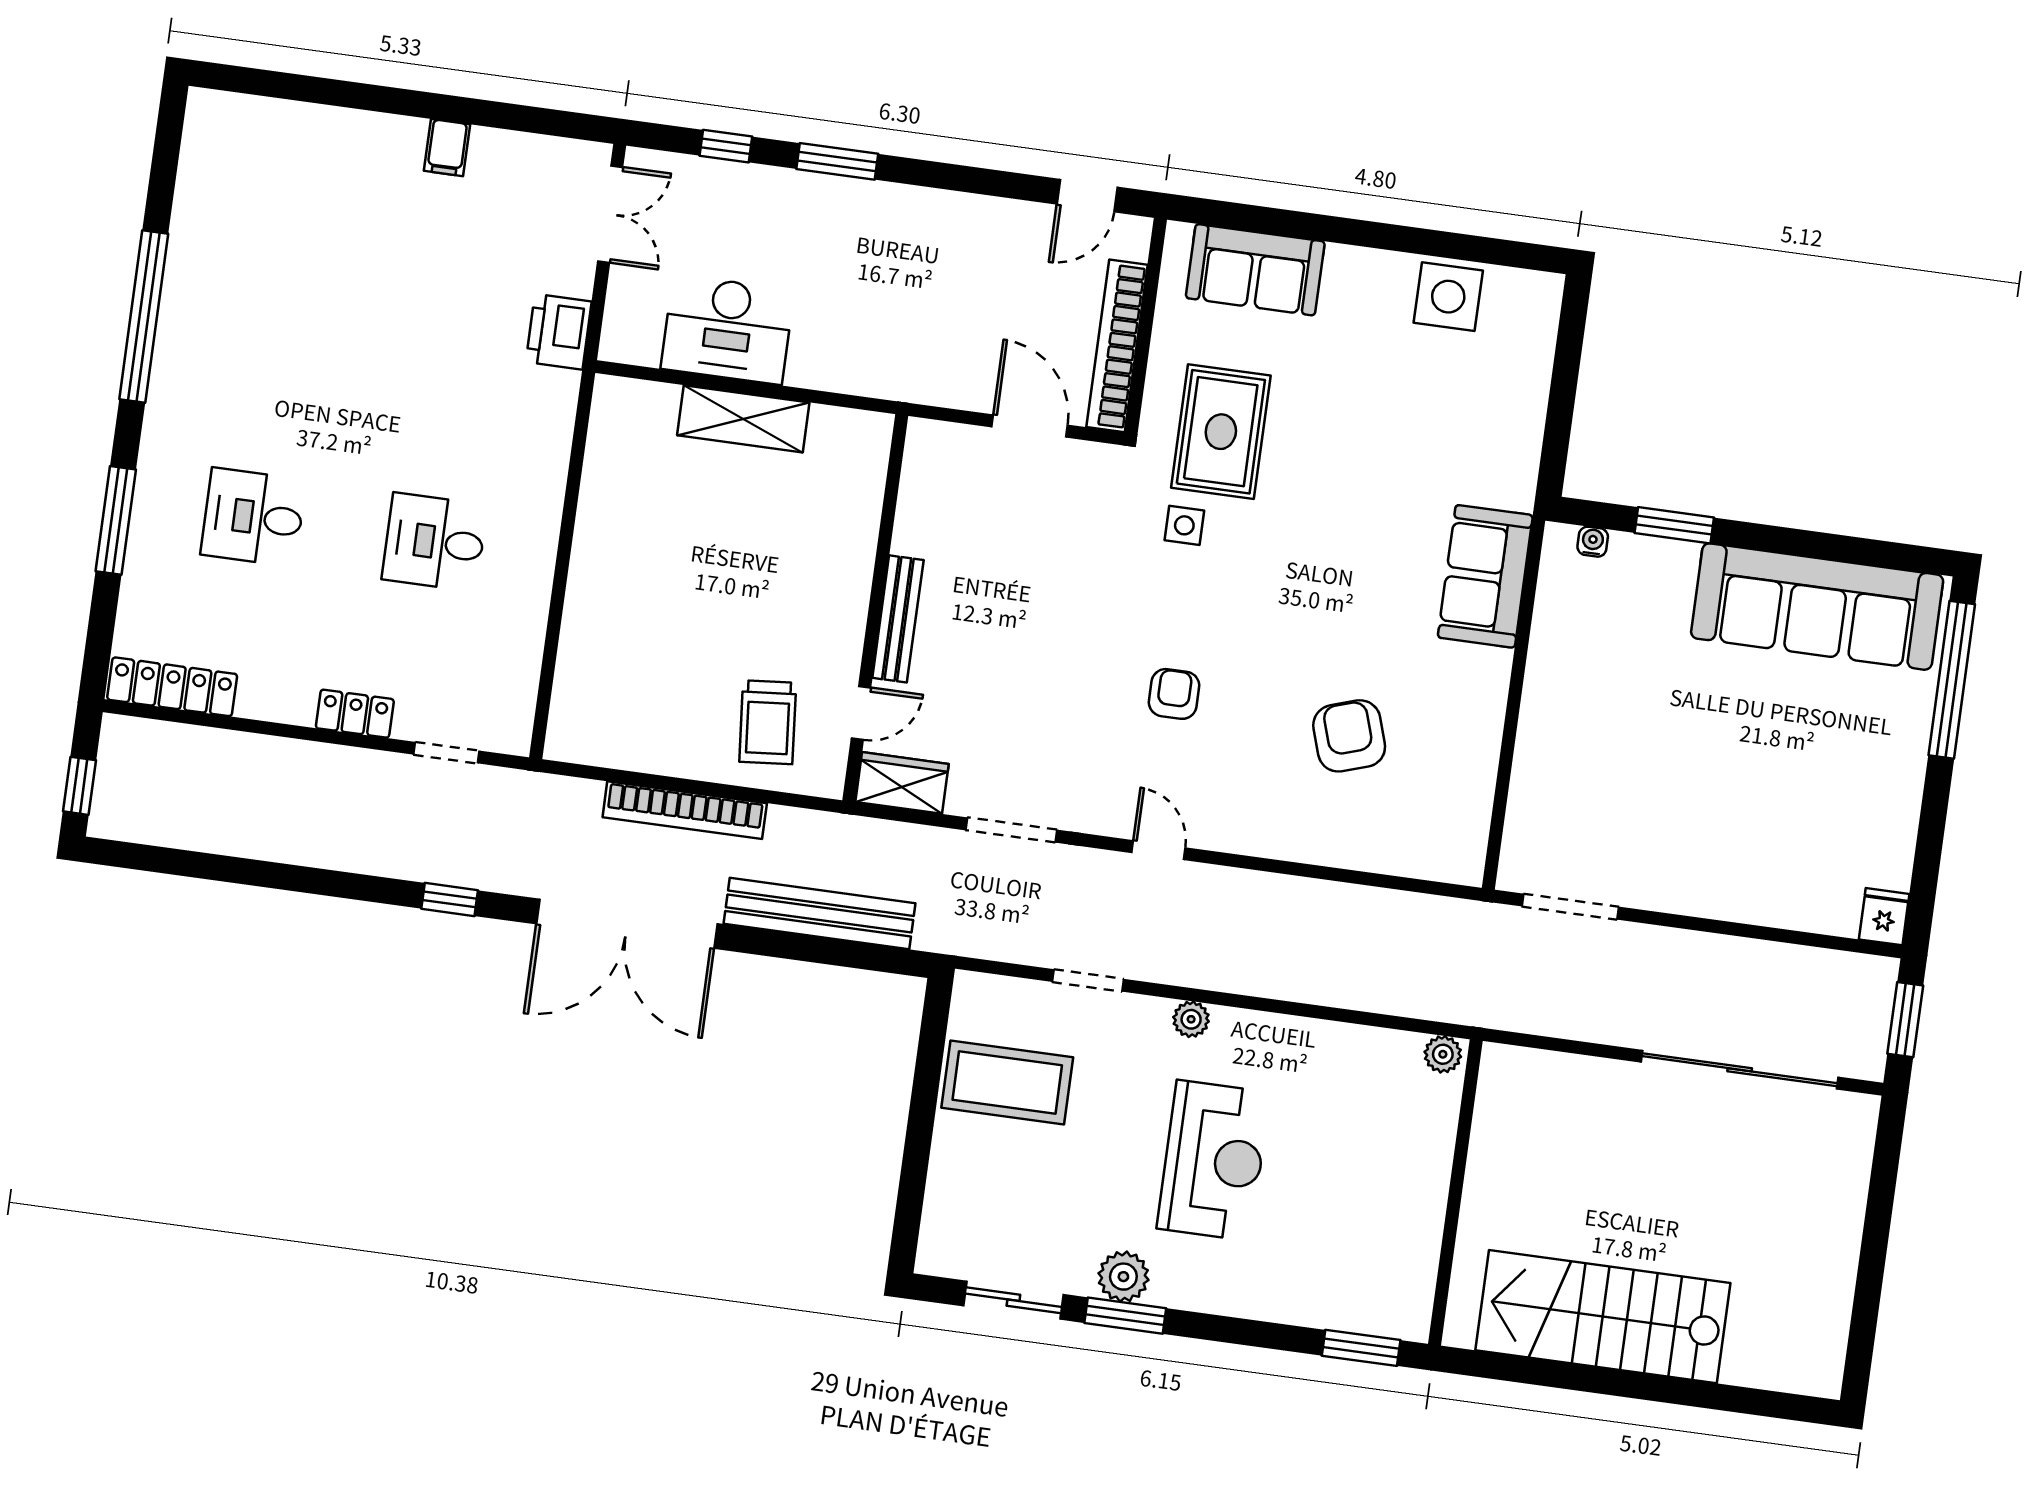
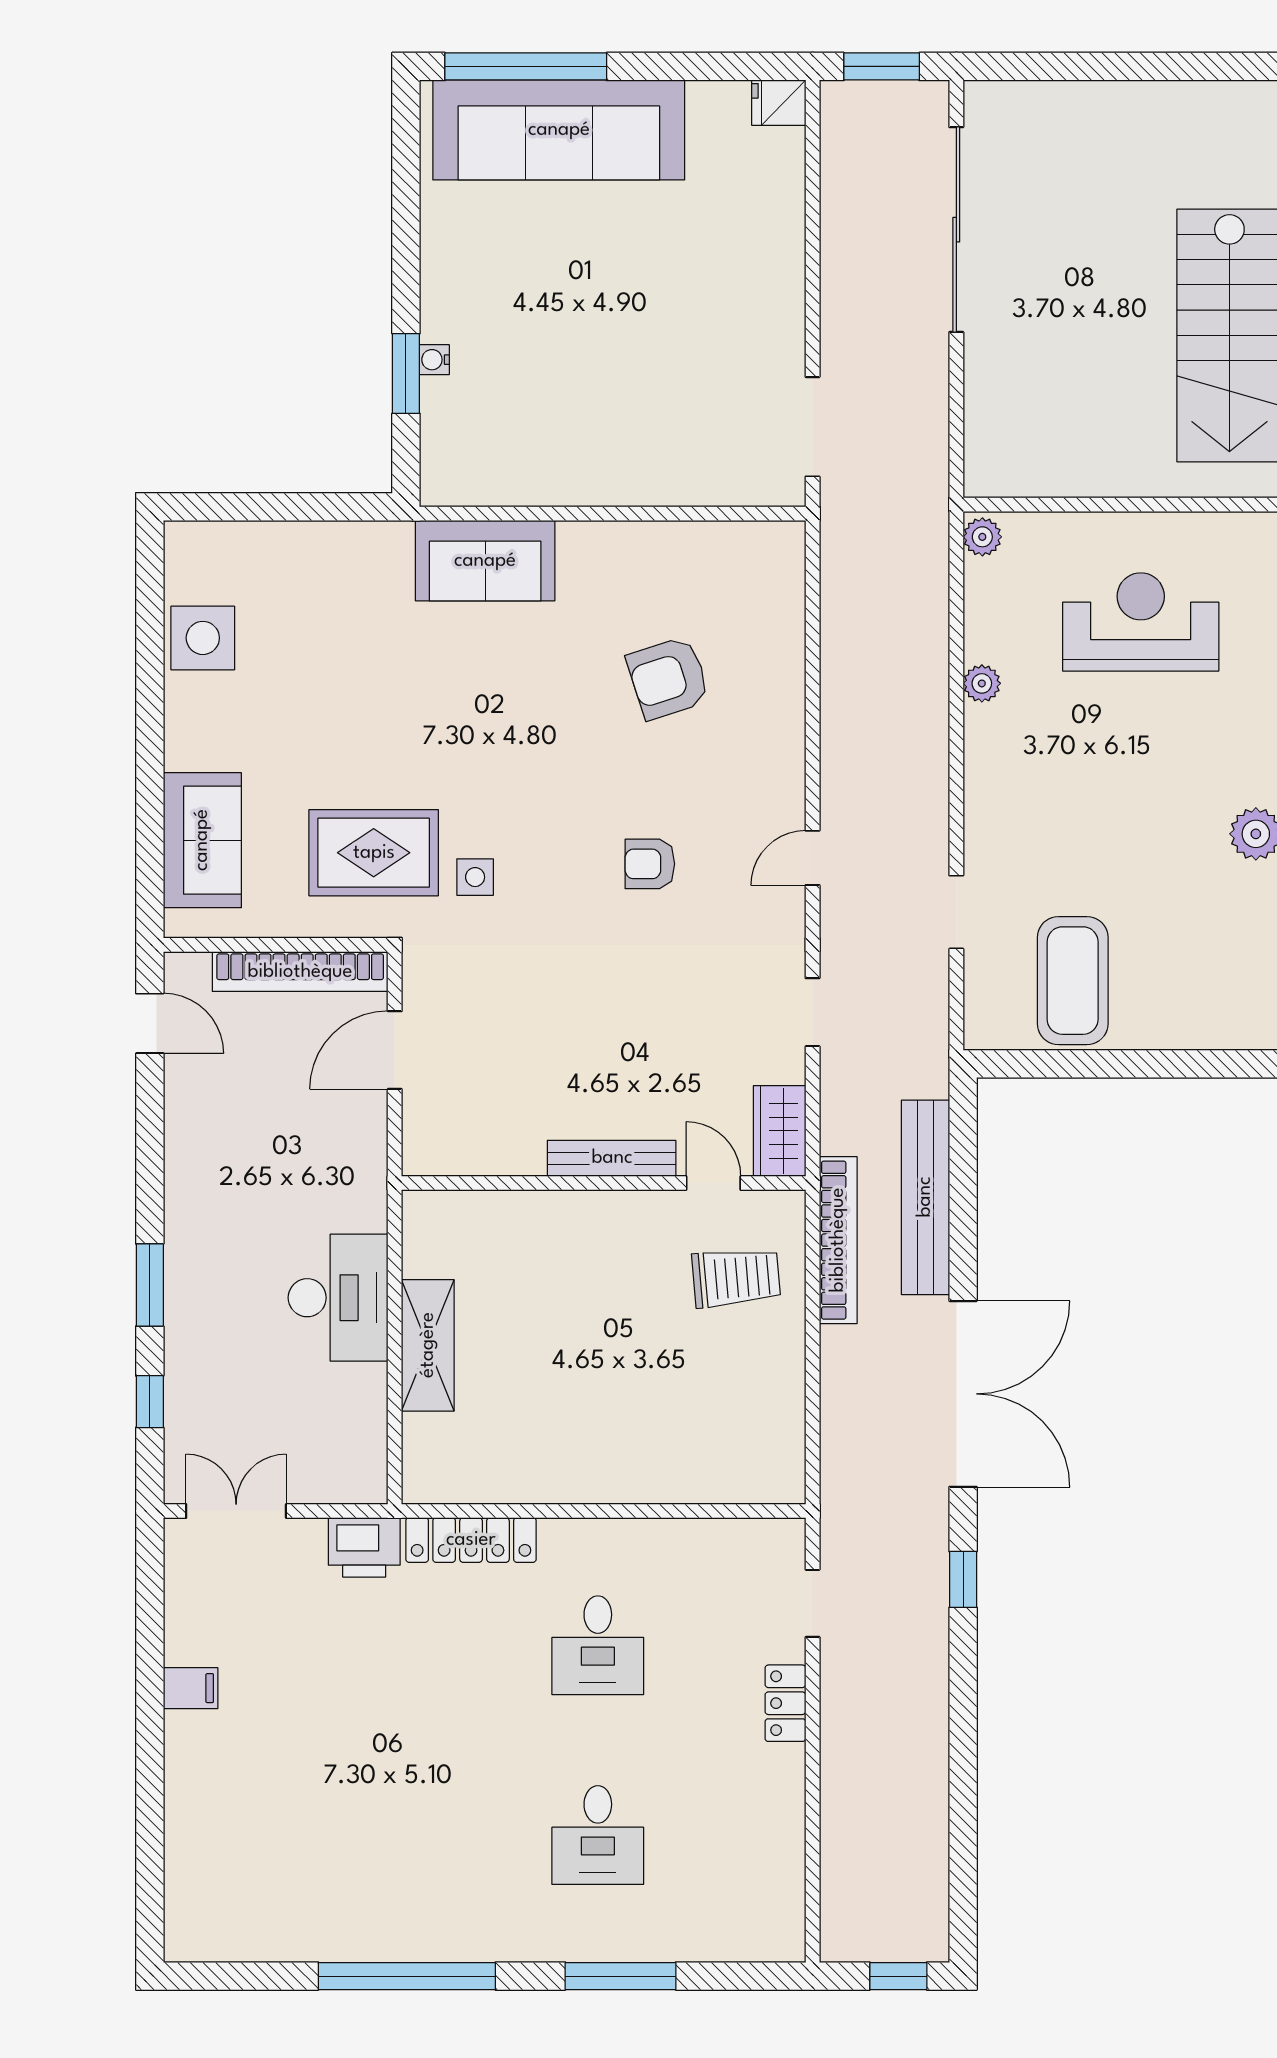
desk: (728, 330) -> (338, 1298), moved
water cooler: (1593, 542) -> (434, 360), moved
sofa: (1817, 607) -> (559, 130), moved, turned 90
locker: (172, 687) -> (471, 1540), moved, turned -90
bookcase: (685, 810) -> (838, 1240), moved
doorway: (1011, 830) -> (813, 1012), width x0.73
plant: (1191, 1019) -> (982, 683), moved
reception desk: (1214, 1160) -> (1141, 622), moved

